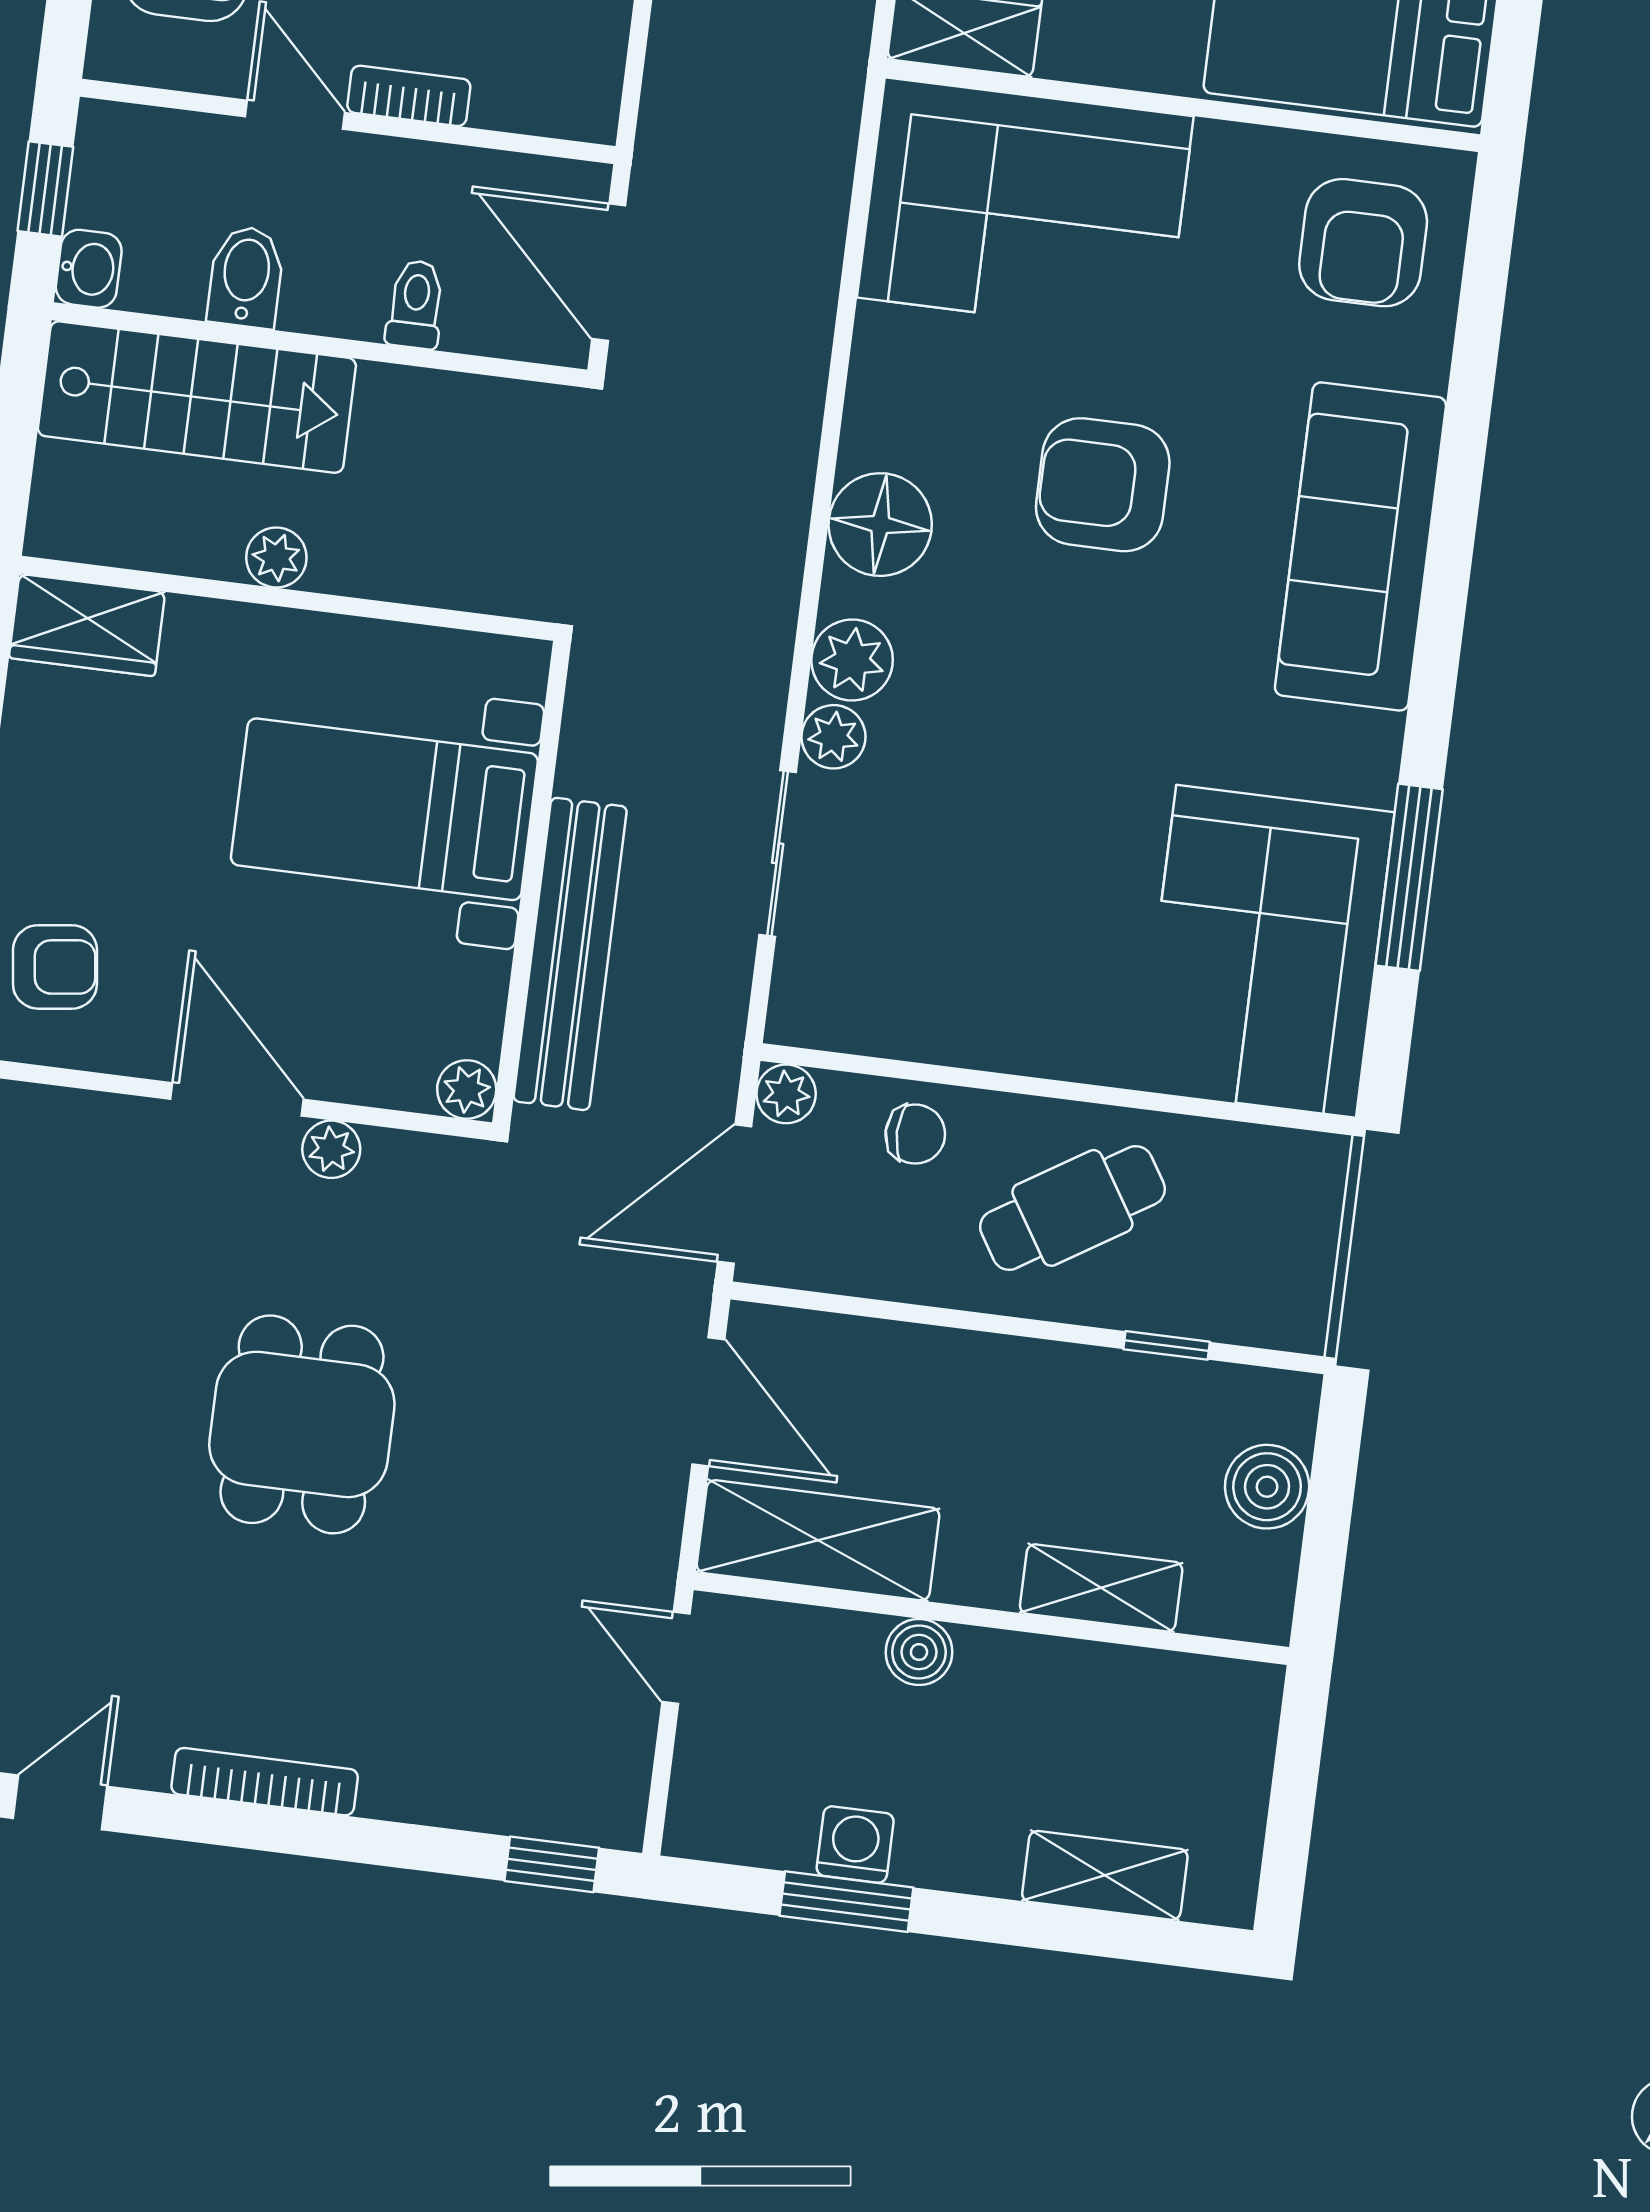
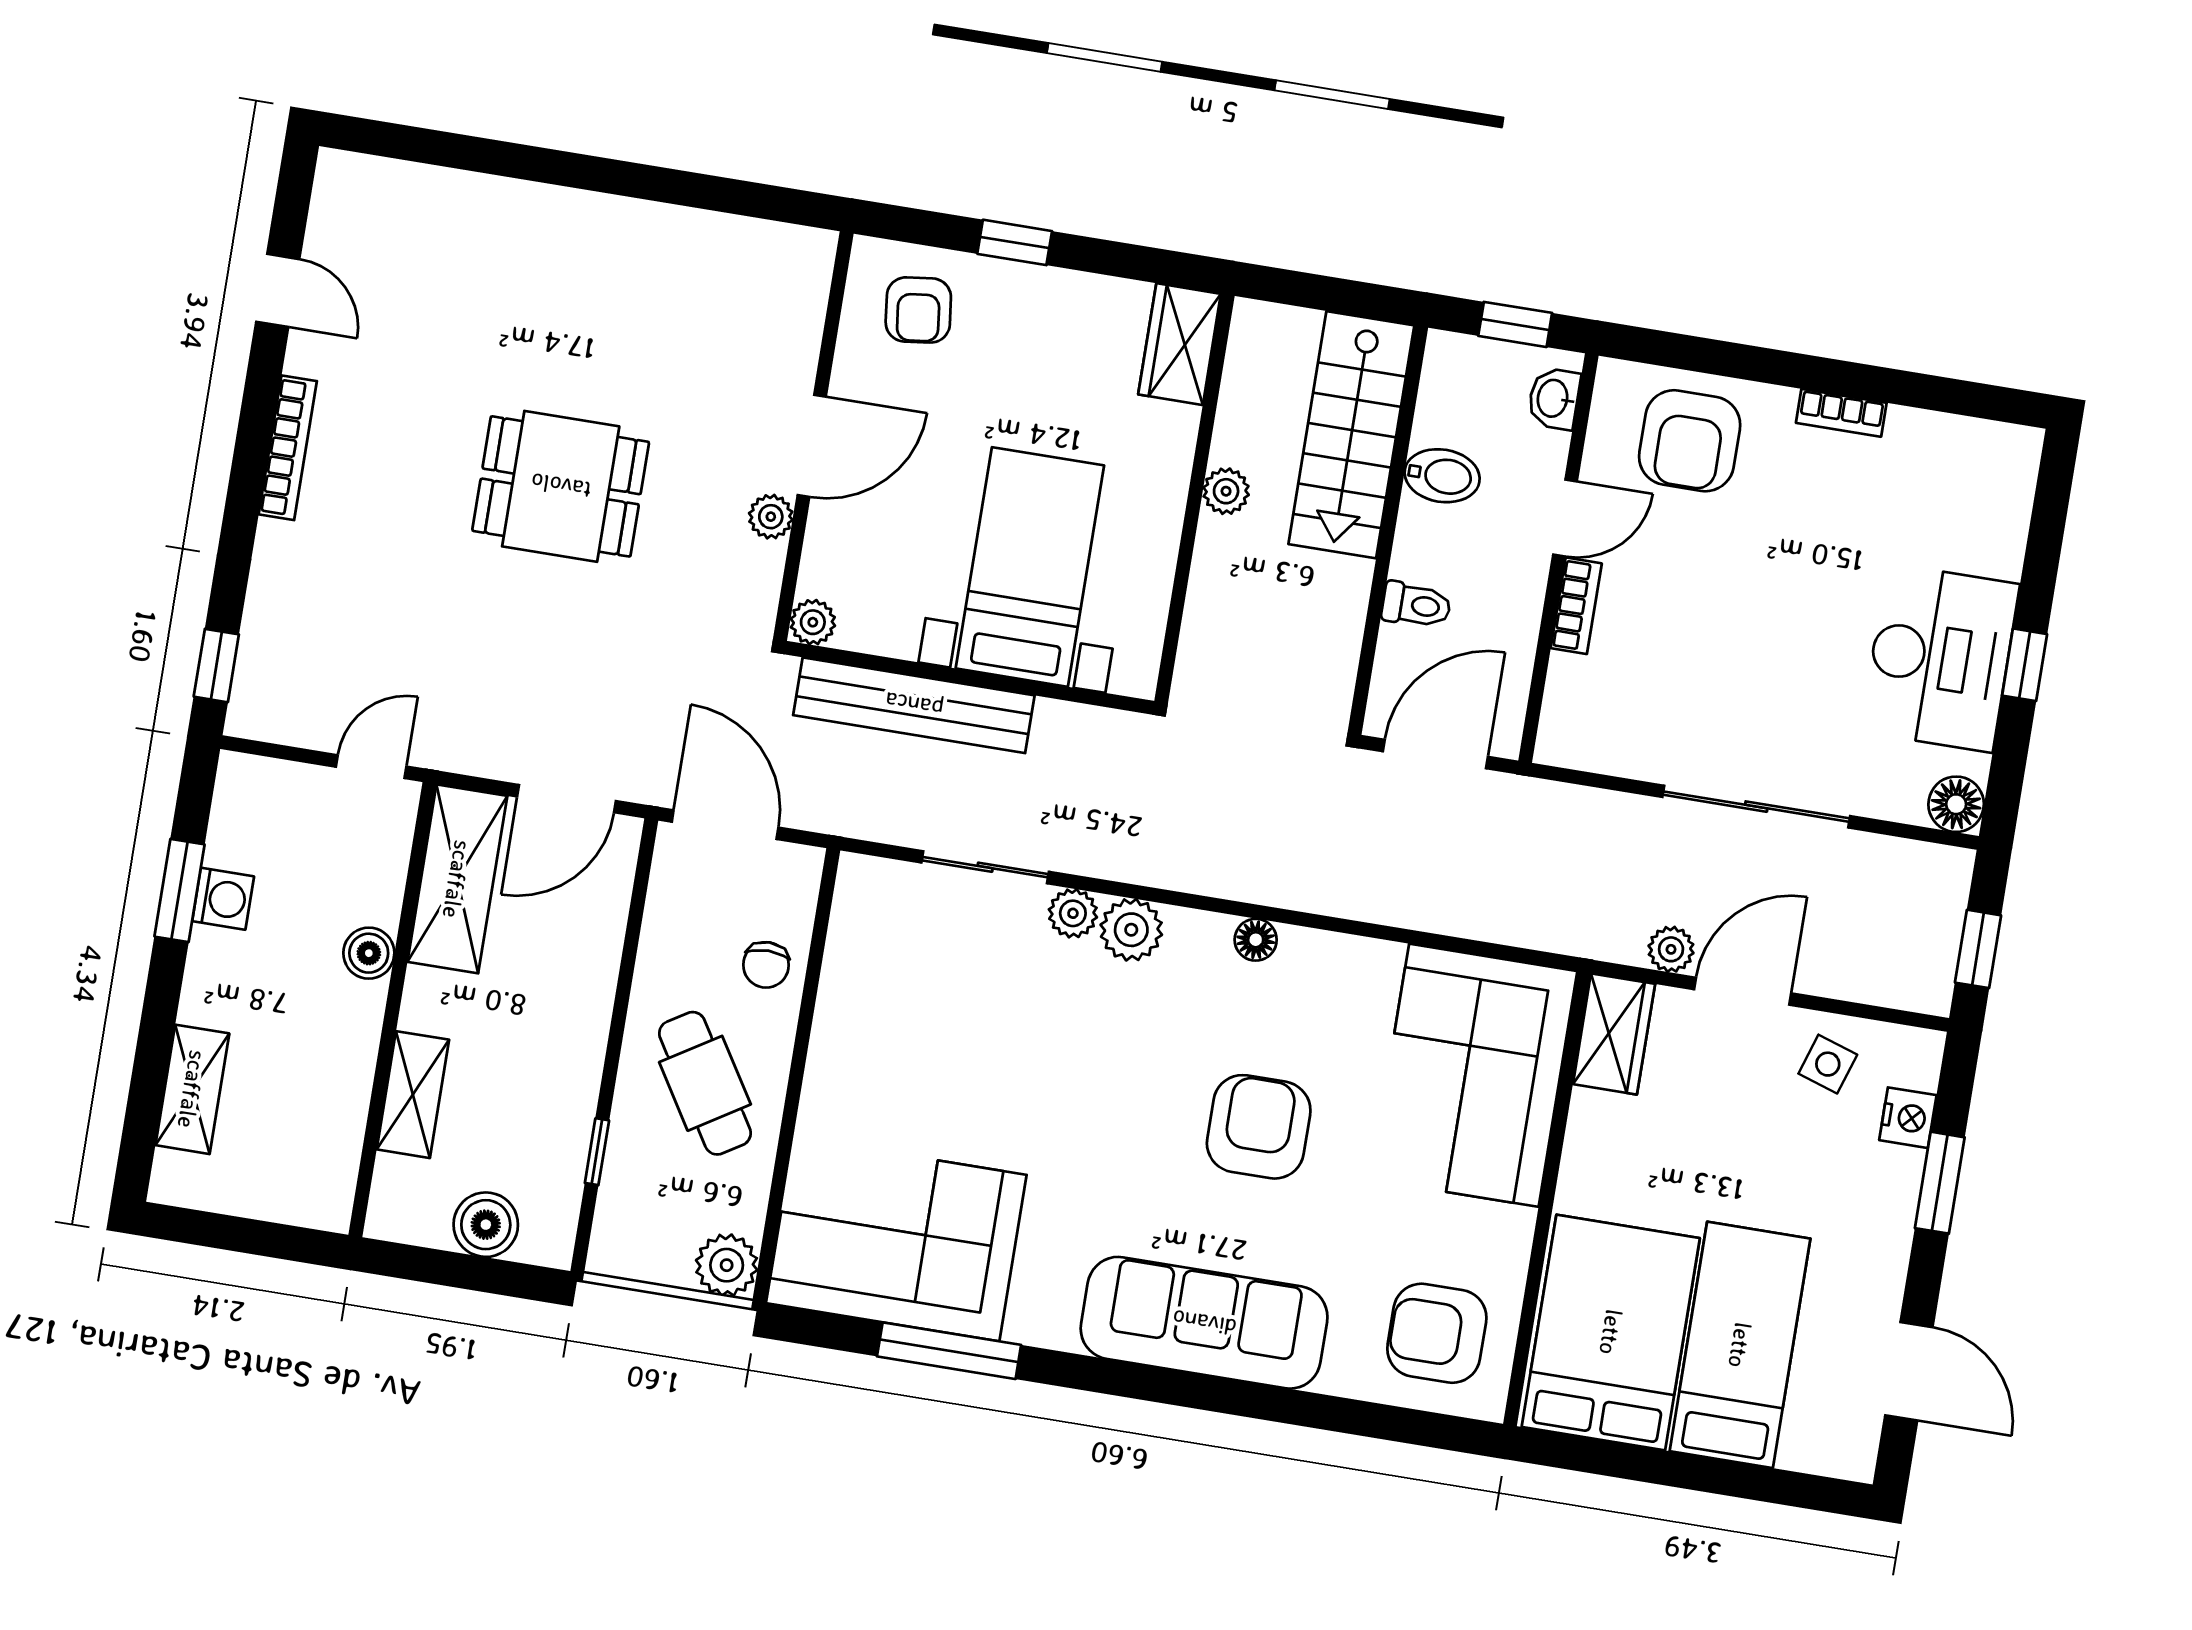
washbasin: (89, 269) -> (1554, 399), moved, turned 90
floor lamp: (880, 525) -> (1256, 940), width x0.53, depth x0.53
plant: (786, 1094) -> (727, 1265), moved, width x1.38, depth x1.38

